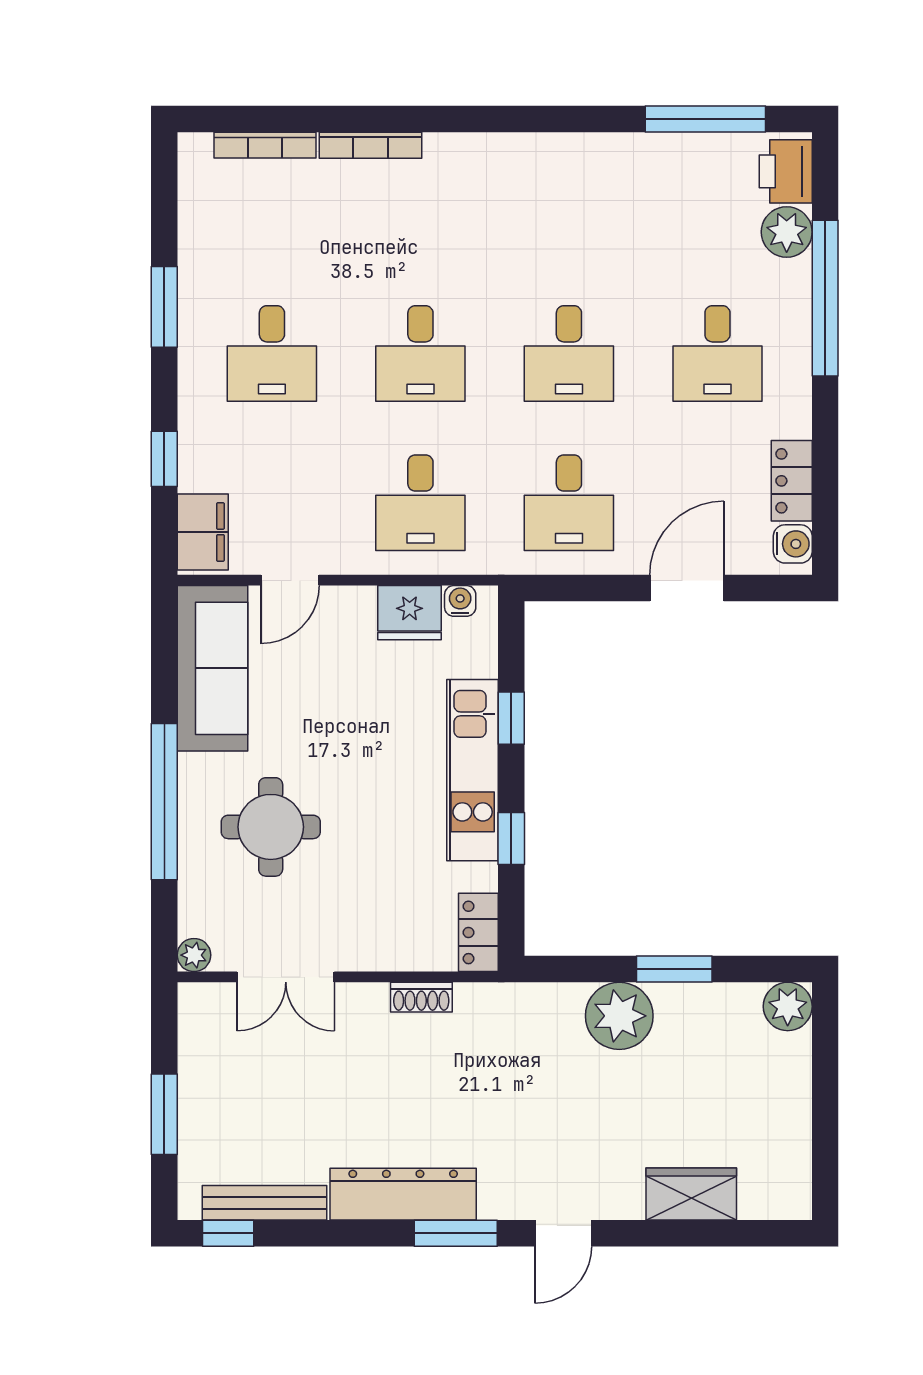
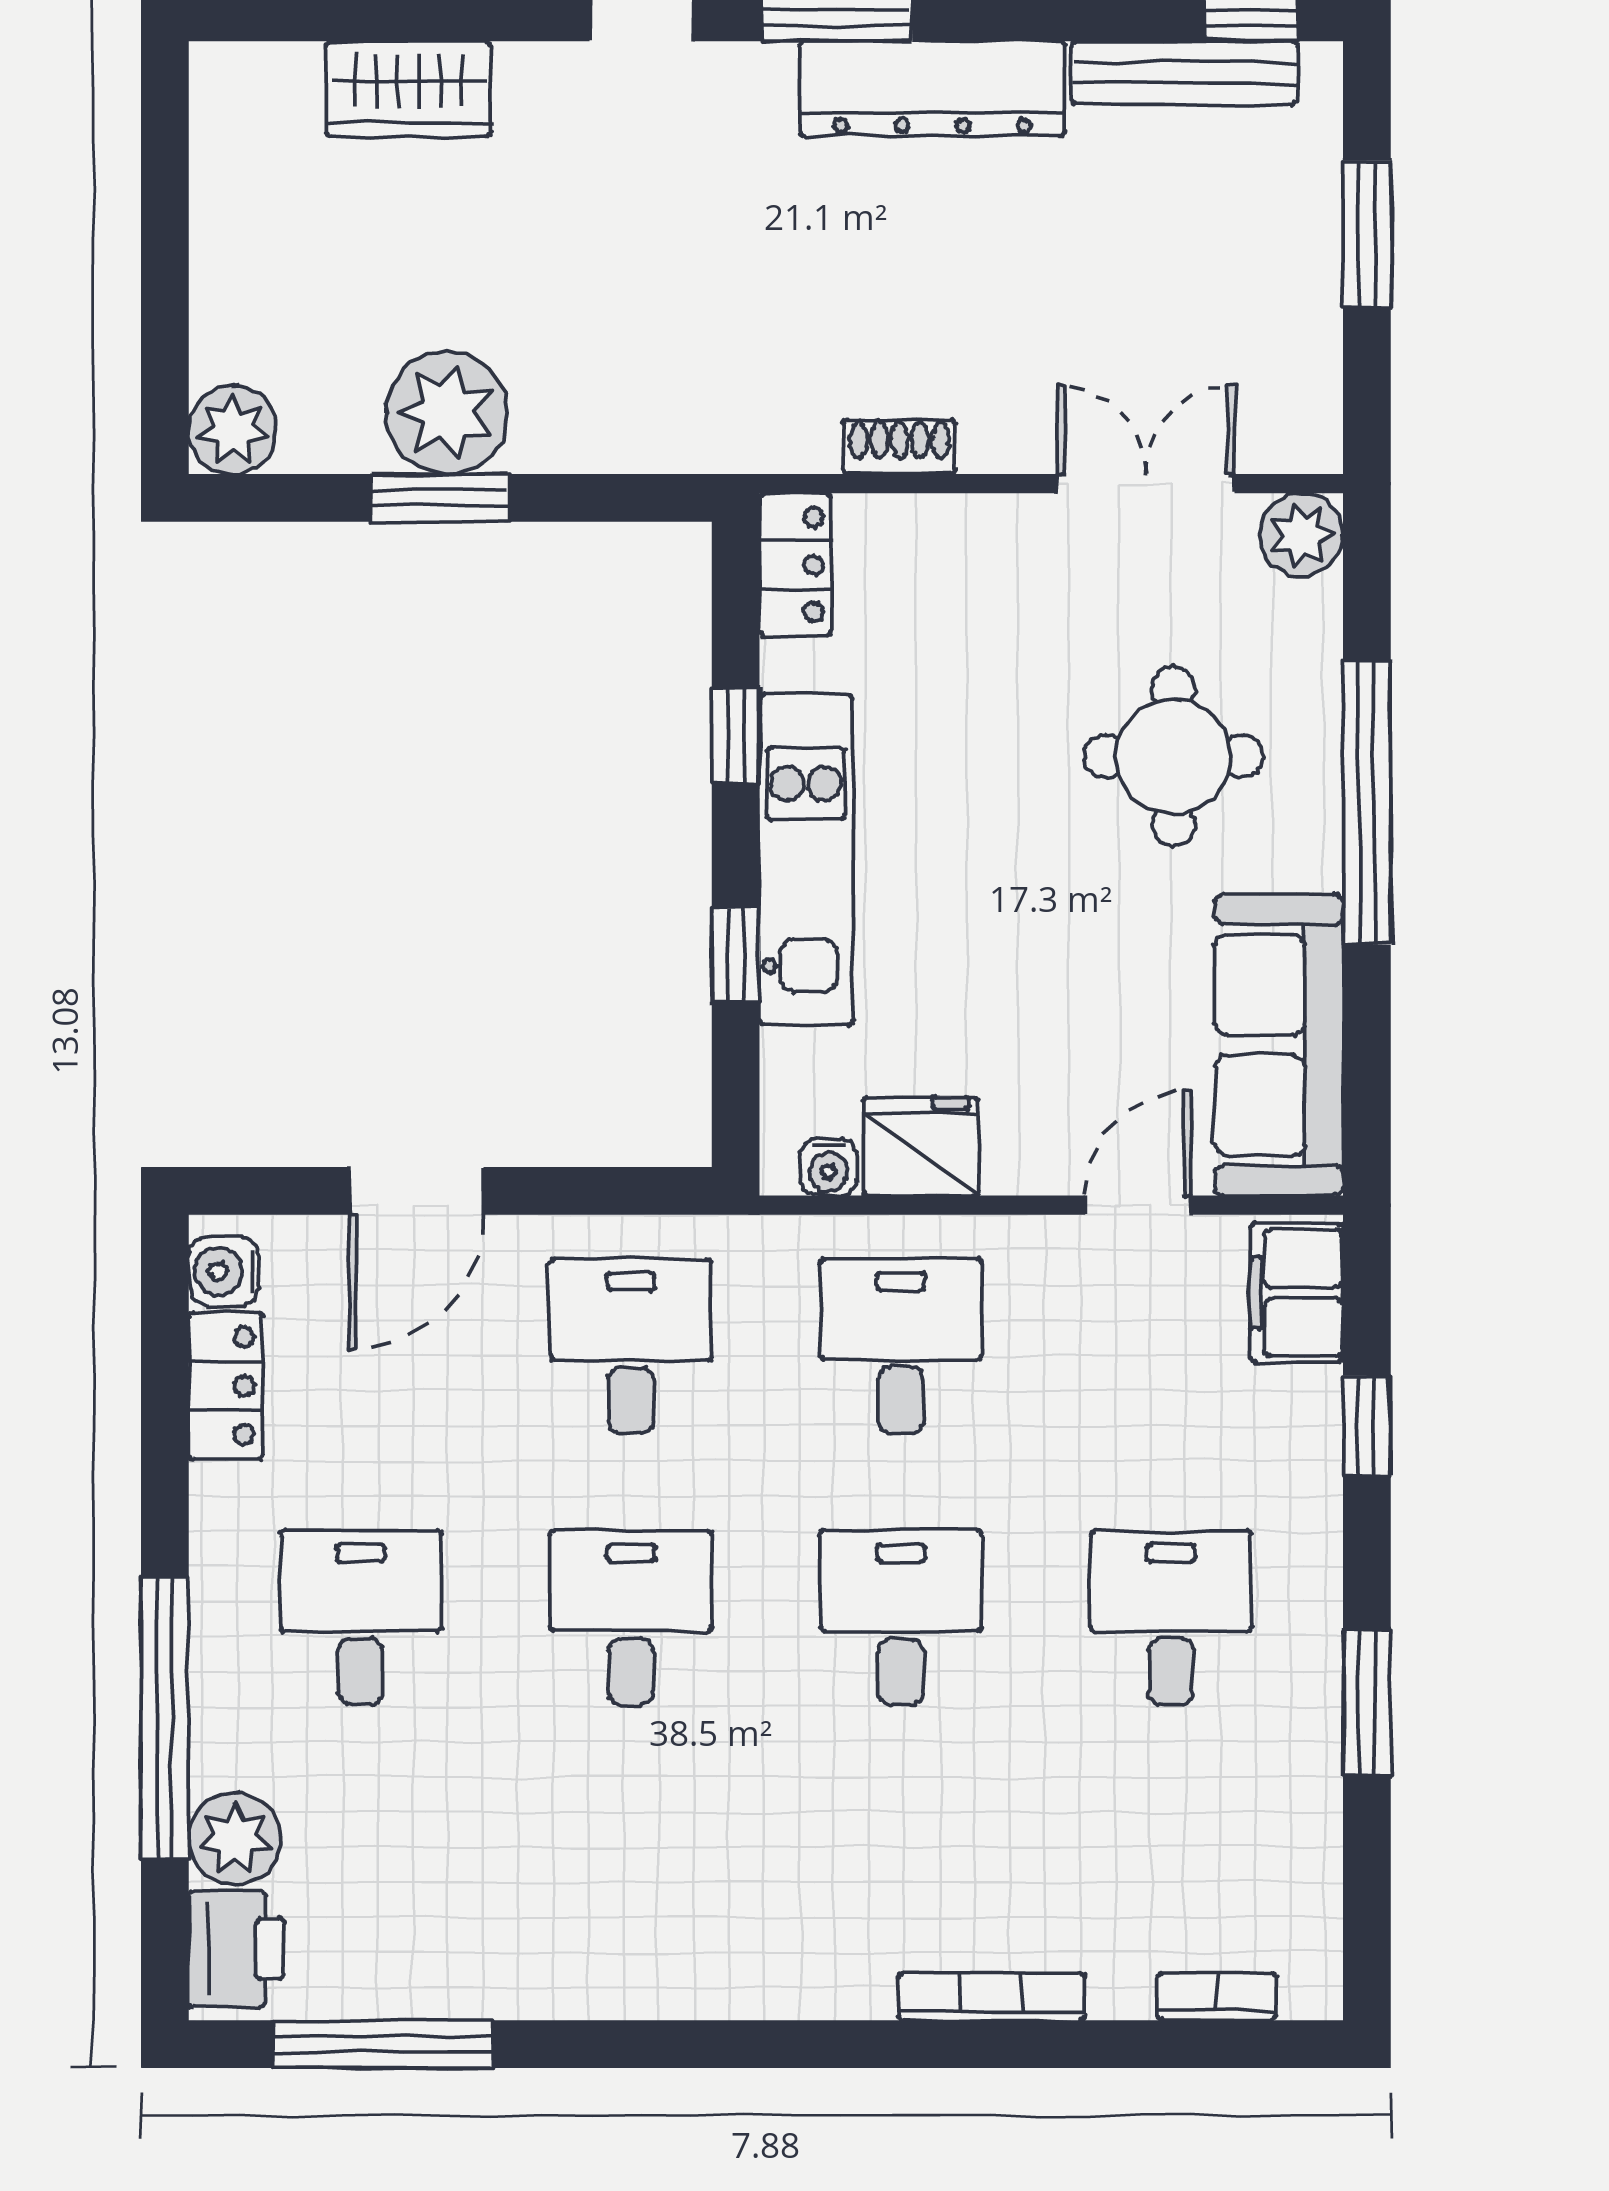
bookcase: (265, 145) -> (1217, 1997), width x0.64
plant: (194, 955) -> (1301, 535), width x1.38, depth x1.38
plant: (619, 1016) -> (447, 413), moved

